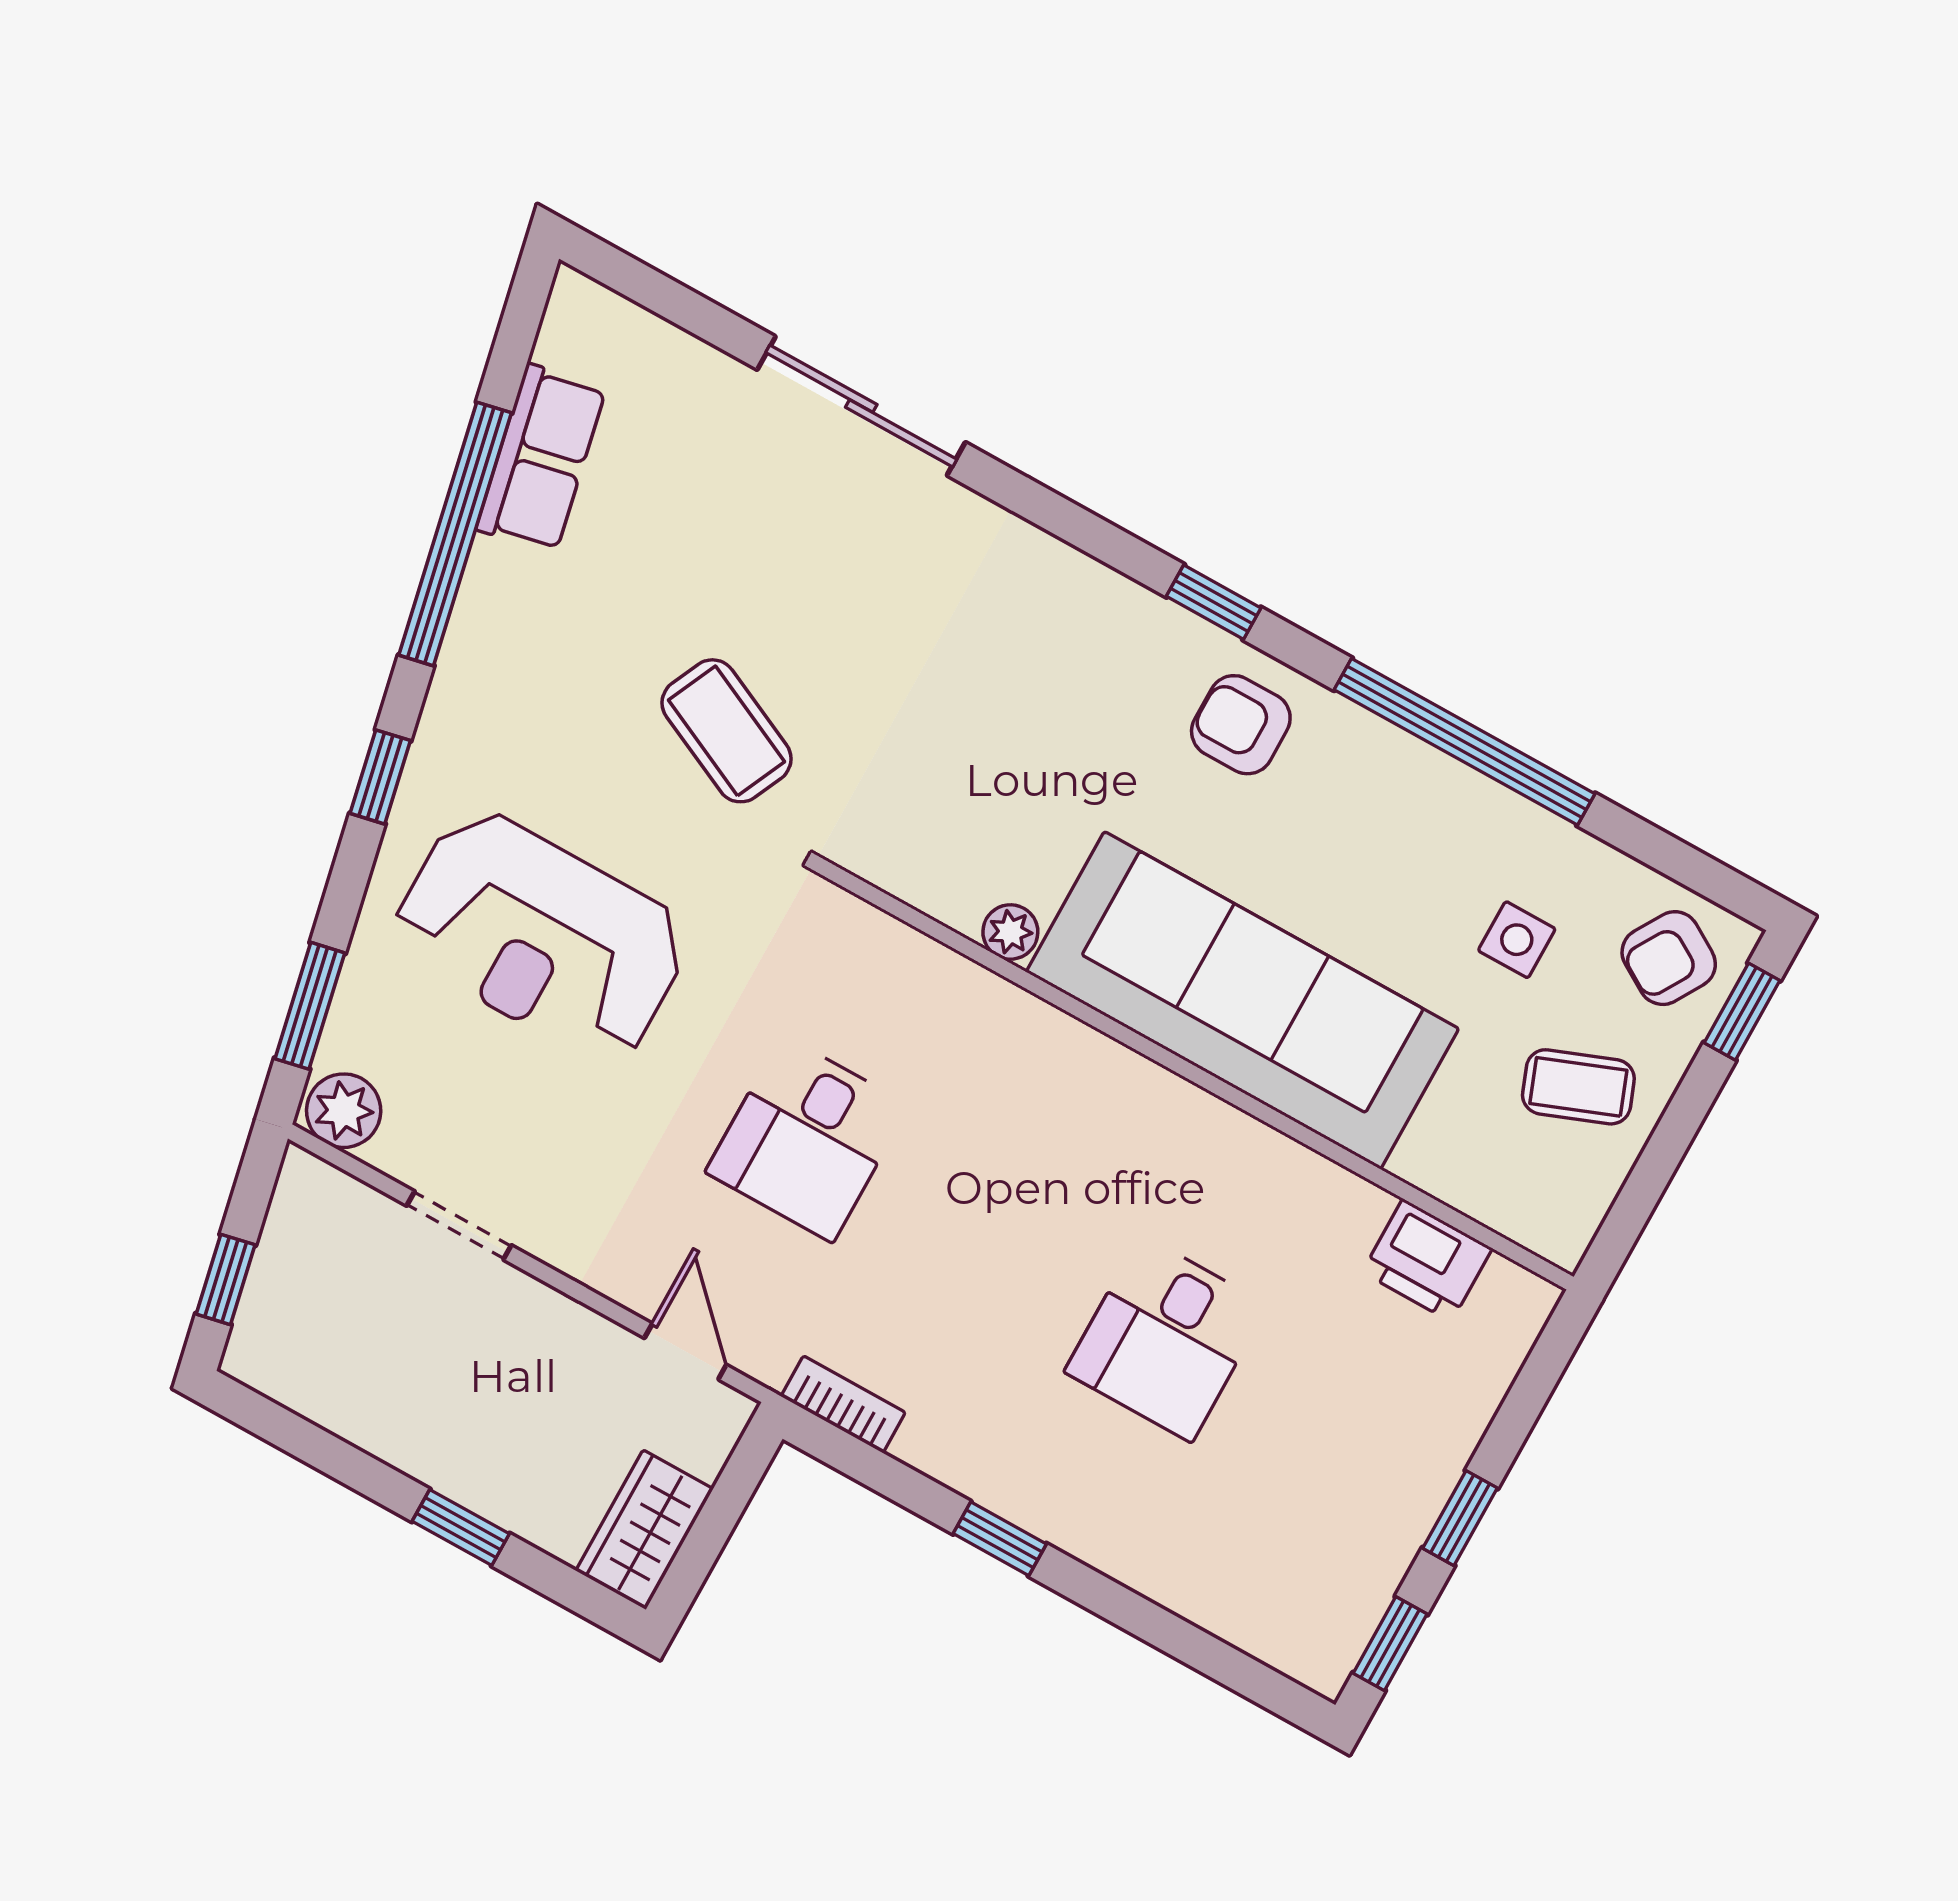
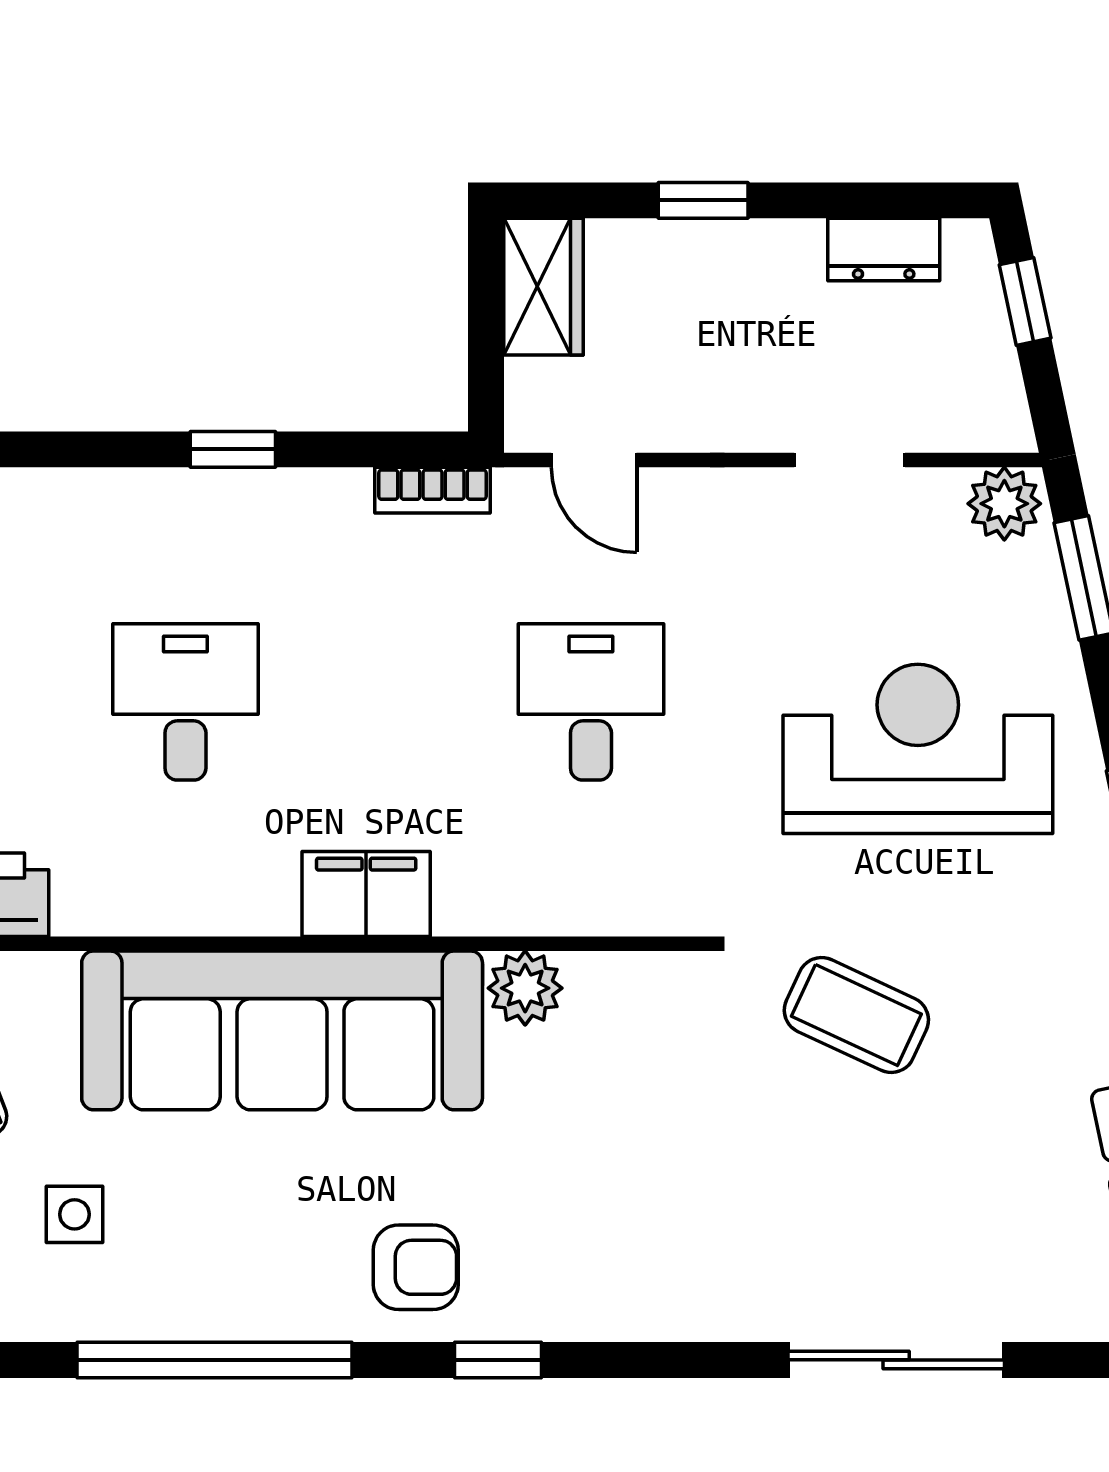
plant: (1010, 932) -> (525, 988), width x1.38, depth x1.38
filing cabinet: (1101, 1080) -> (366, 894), added
dresser: (325, 1395) -> (884, 250), added

